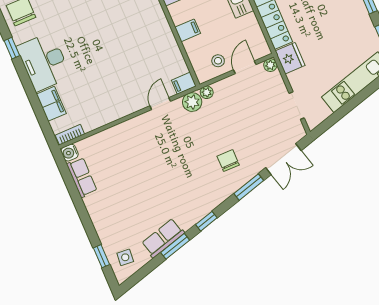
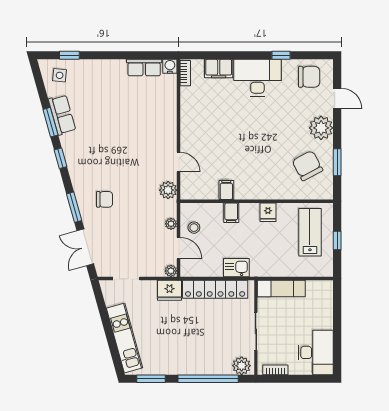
filing cabinet: (184, 83) -> (226, 190), moved
plant: (207, 92) -> (171, 224), moved

